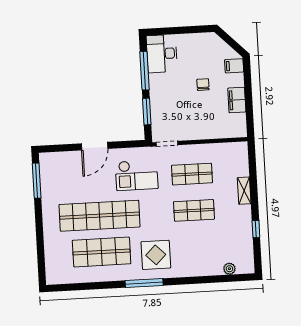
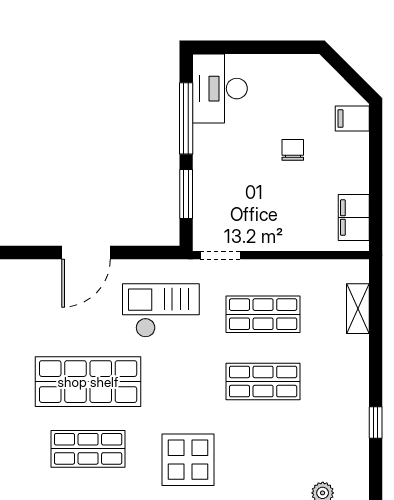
filing cabinet: (237, 100) -> (354, 218), moved
checkout: (137, 175) -> (161, 310), turned 180
shelving: (244, 191) -> (358, 309), moved
shop shelf: (100, 216) -> (88, 382), width x0.71
shop shelf: (102, 252) -> (88, 449), width x0.70, depth x0.74

